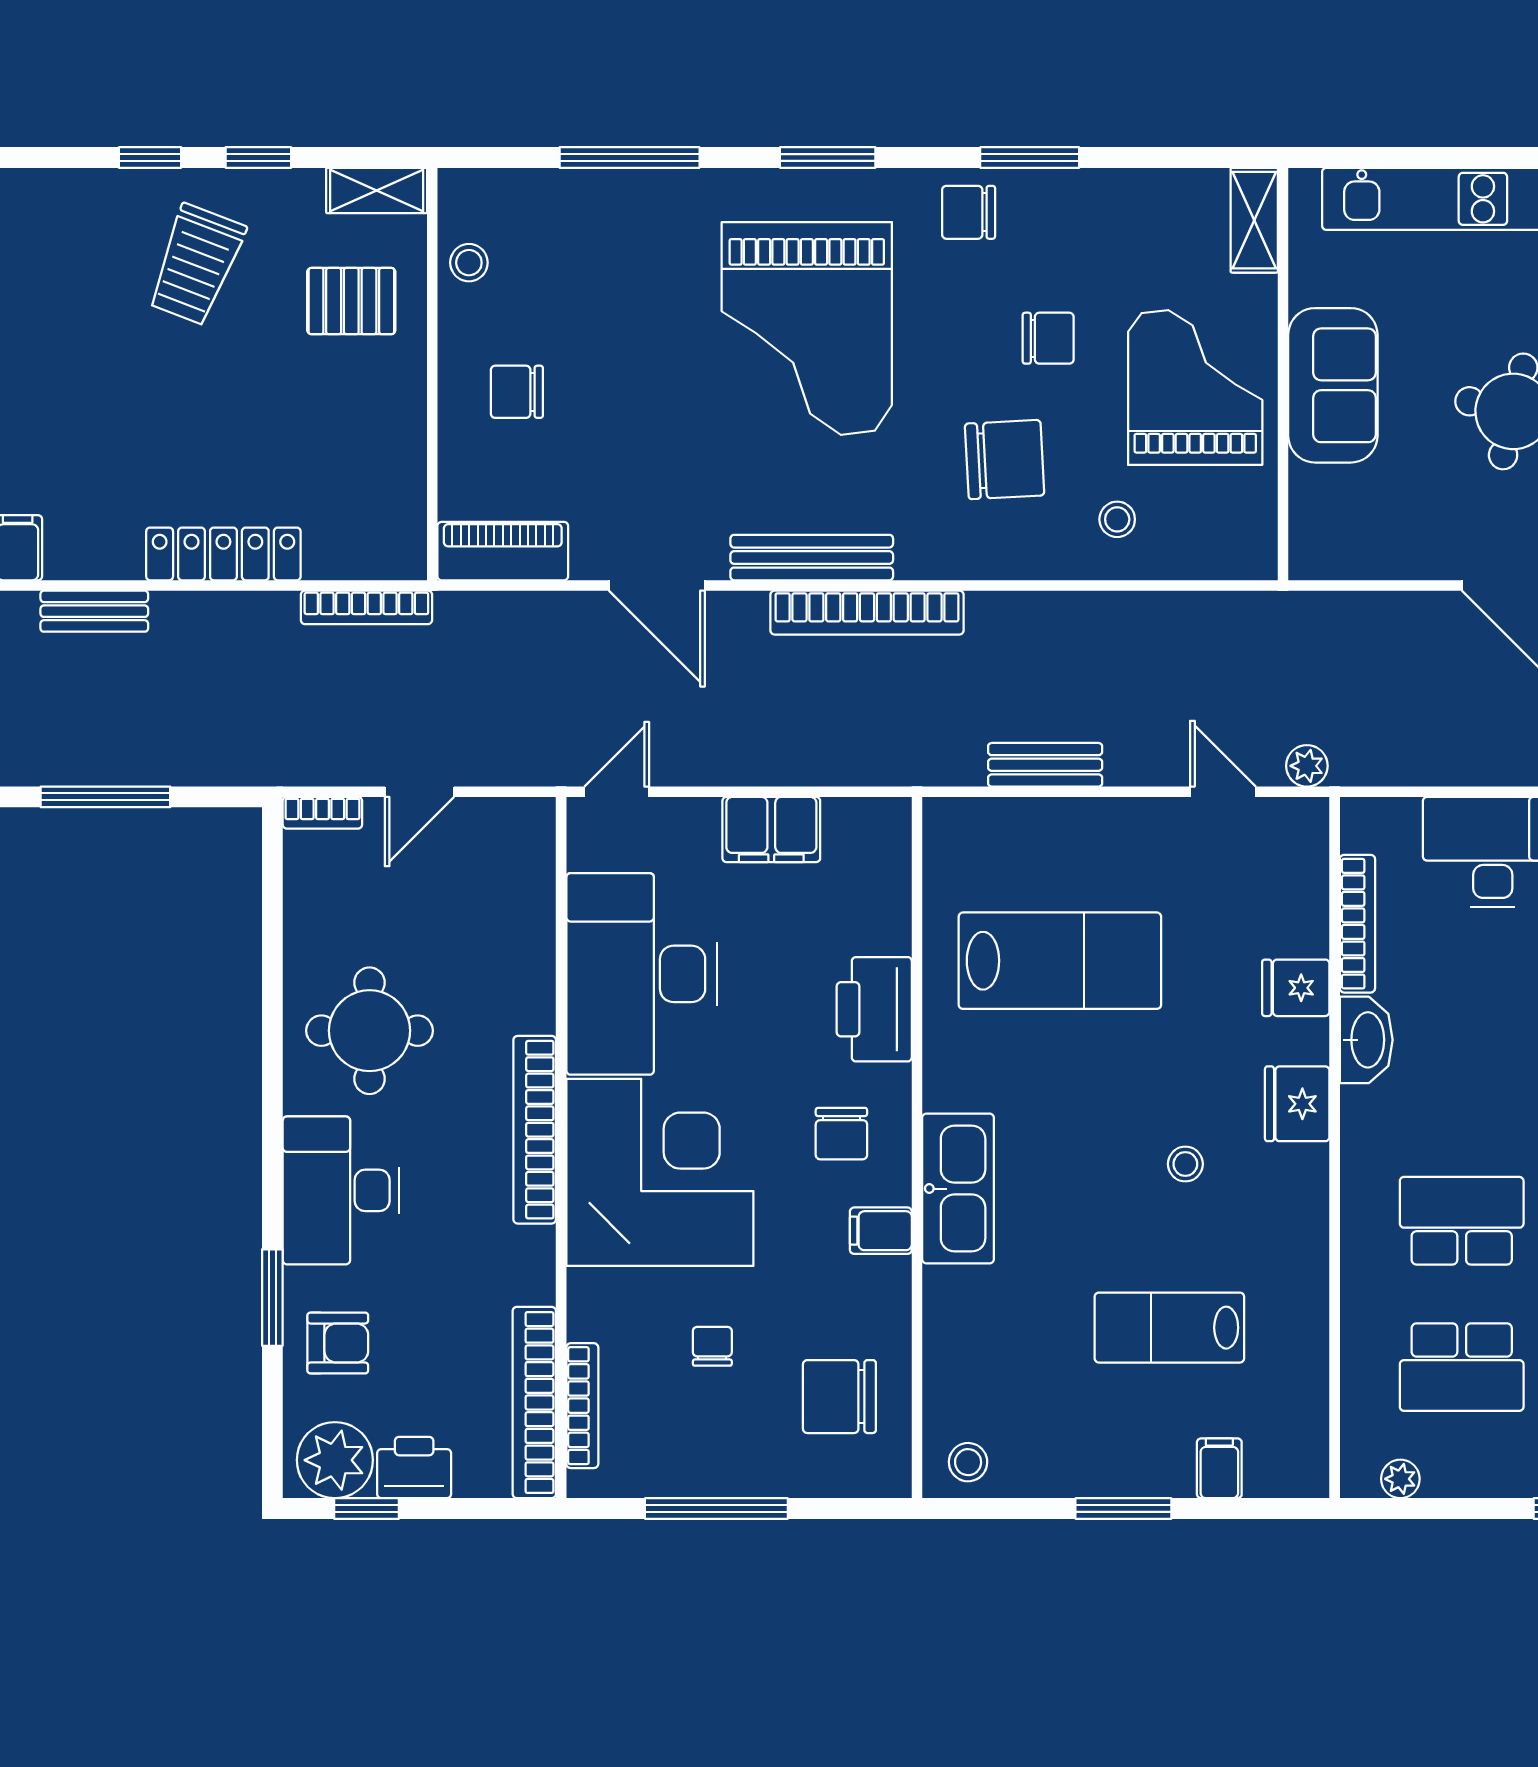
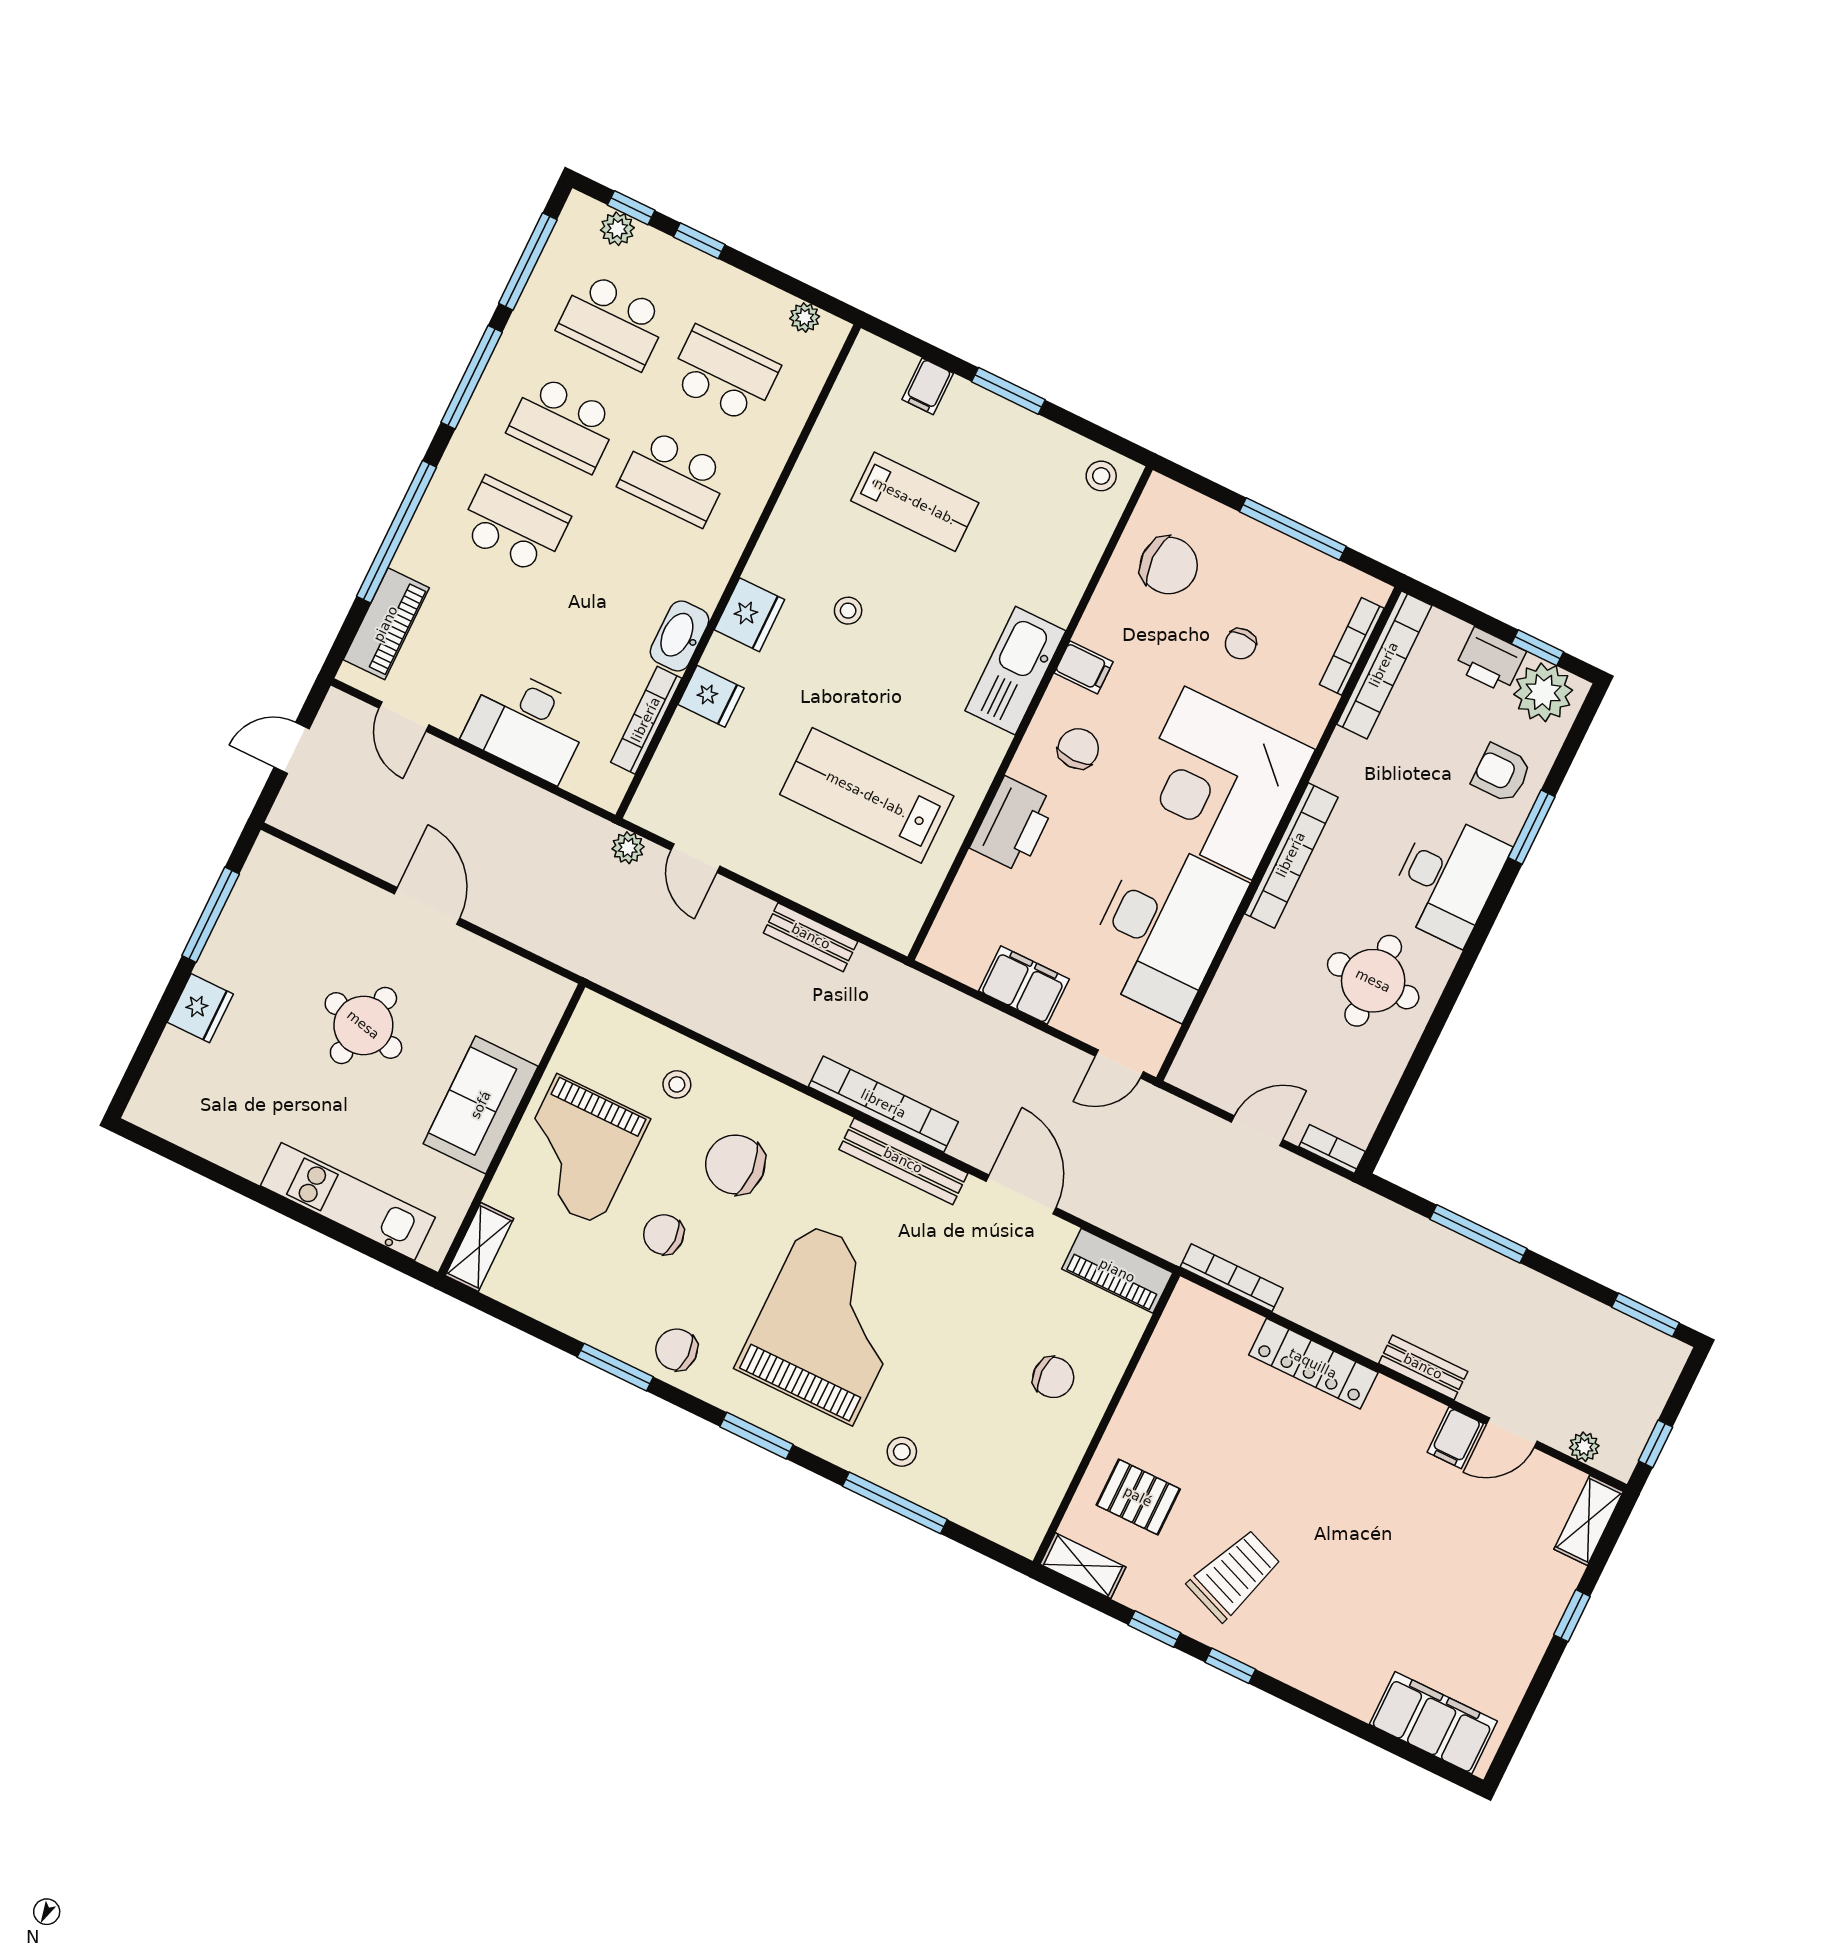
chair: (969, 212) -> (677, 1350), turned 180
stool: (469, 263) -> (902, 1452), moved

